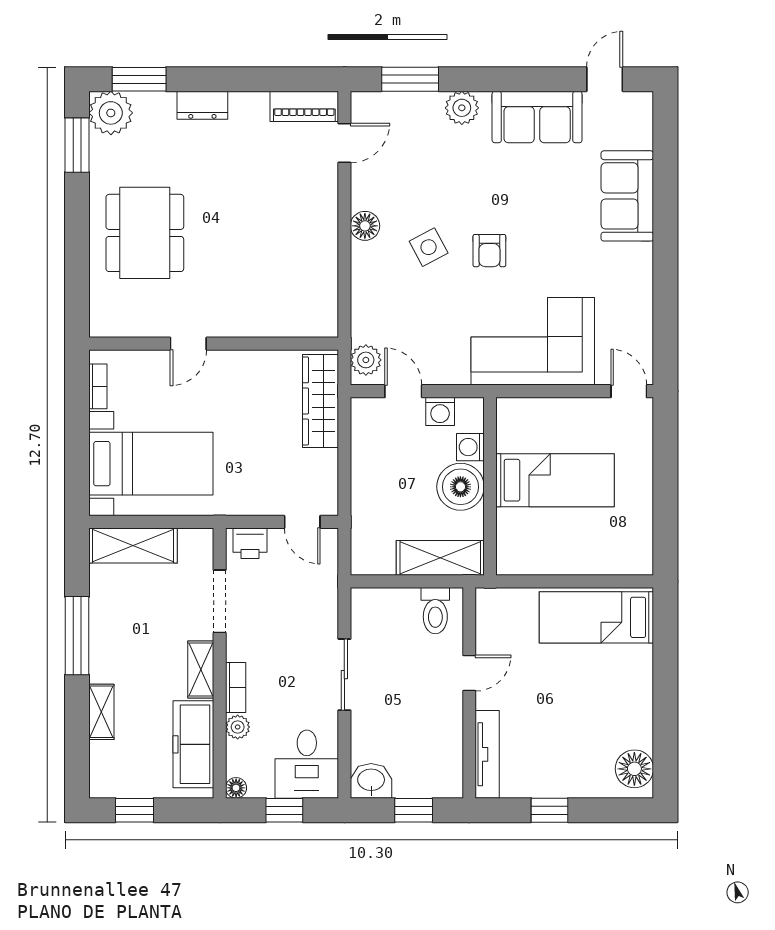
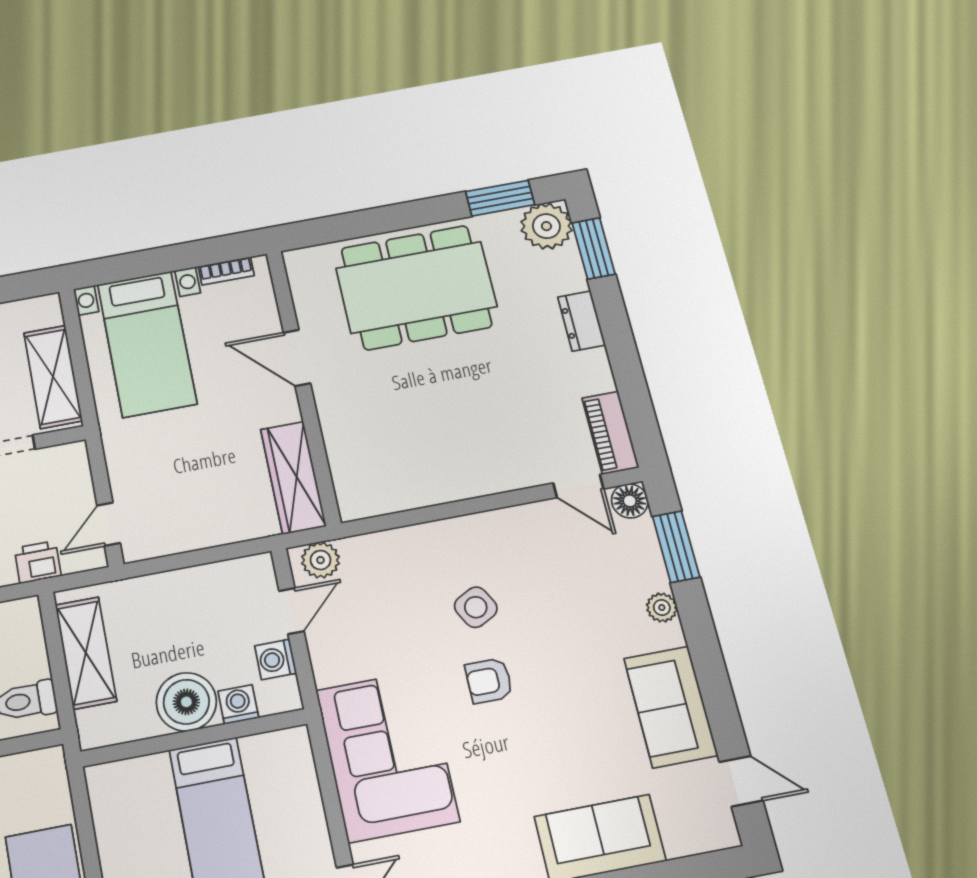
plant: (462, 108) -> (662, 608), width x0.73, depth x0.73
floor lamp: (365, 226) -> (630, 501), moved
dining table: (145, 233) -> (416, 287), width x1.36, depth x1.24
door: (188, 344) -> (297, 358), width x1.38
wardrobe: (321, 401) -> (293, 477), moved, turned -90
printer: (250, 543) -> (38, 562), moved, turned 90
shelving: (133, 546) -> (53, 377), moved
shelving: (440, 558) -> (86, 653), moved

